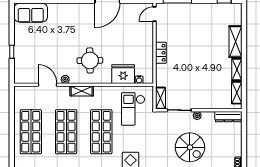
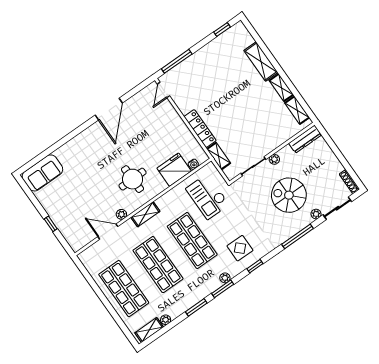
locker: (161, 53) -> (200, 129), width x1.53
shelving: (160, 98) -> (219, 156), moved
spiral stairs: (190, 147) -> (289, 195), turned 180

